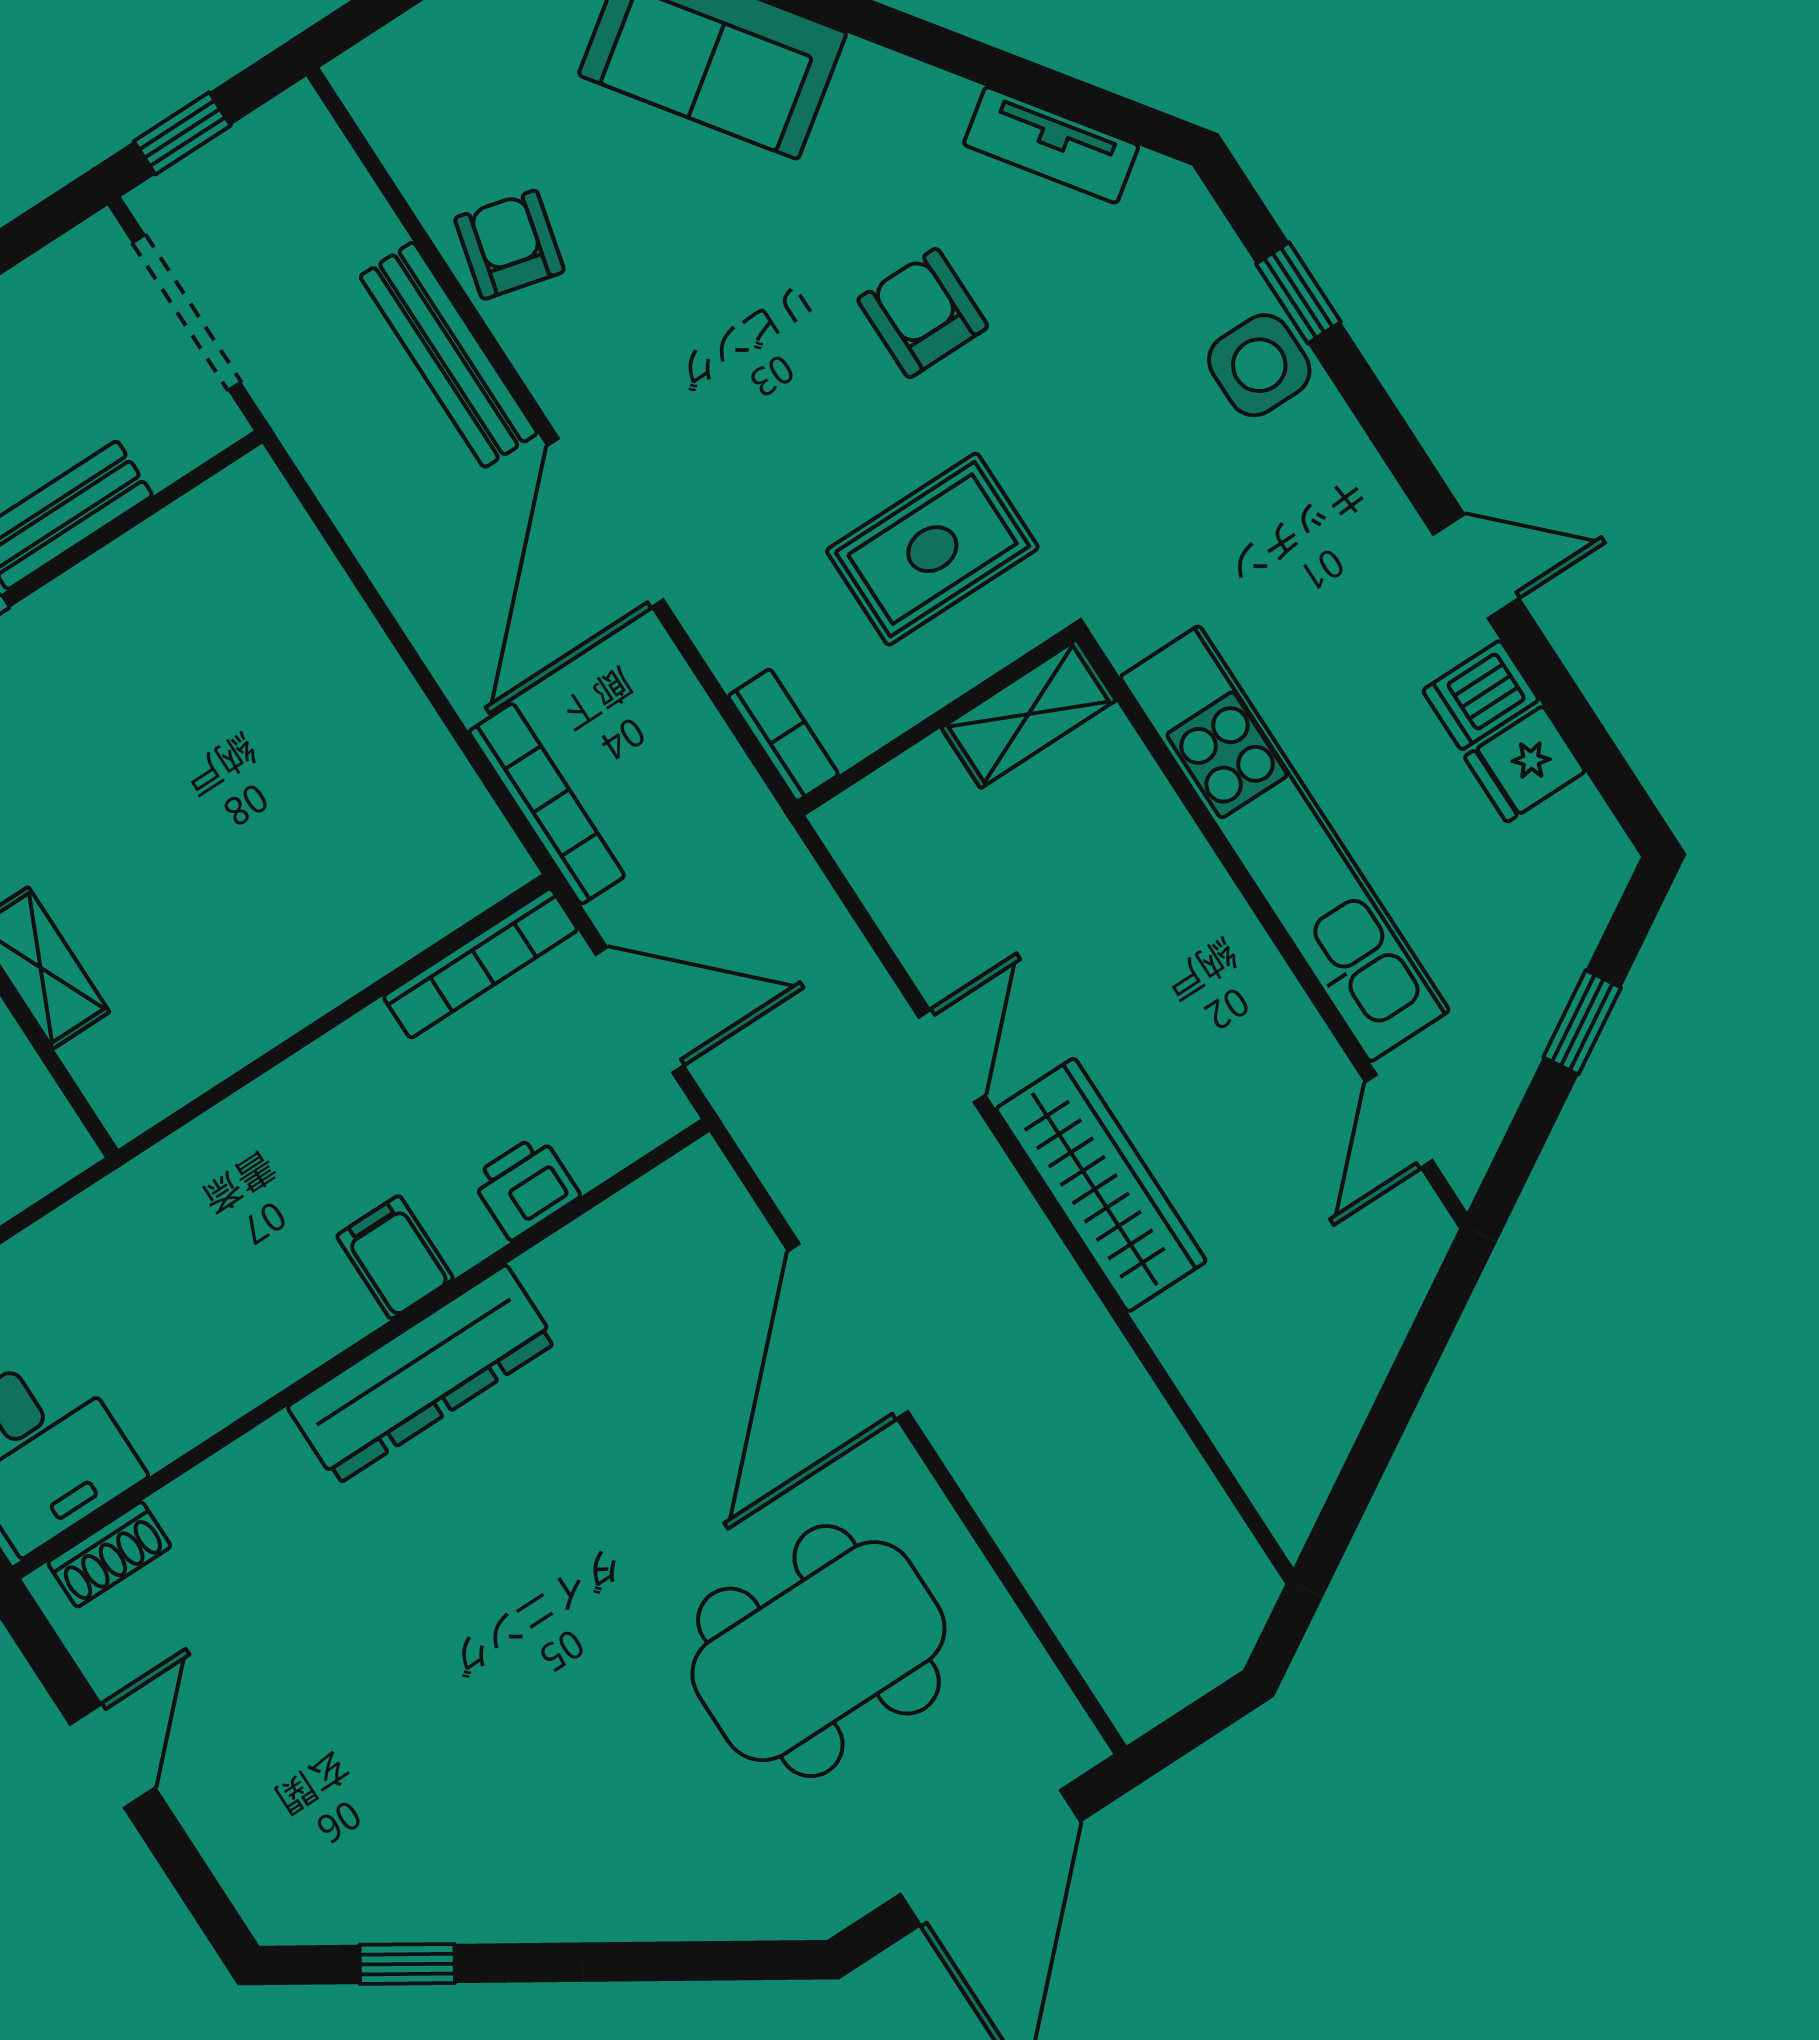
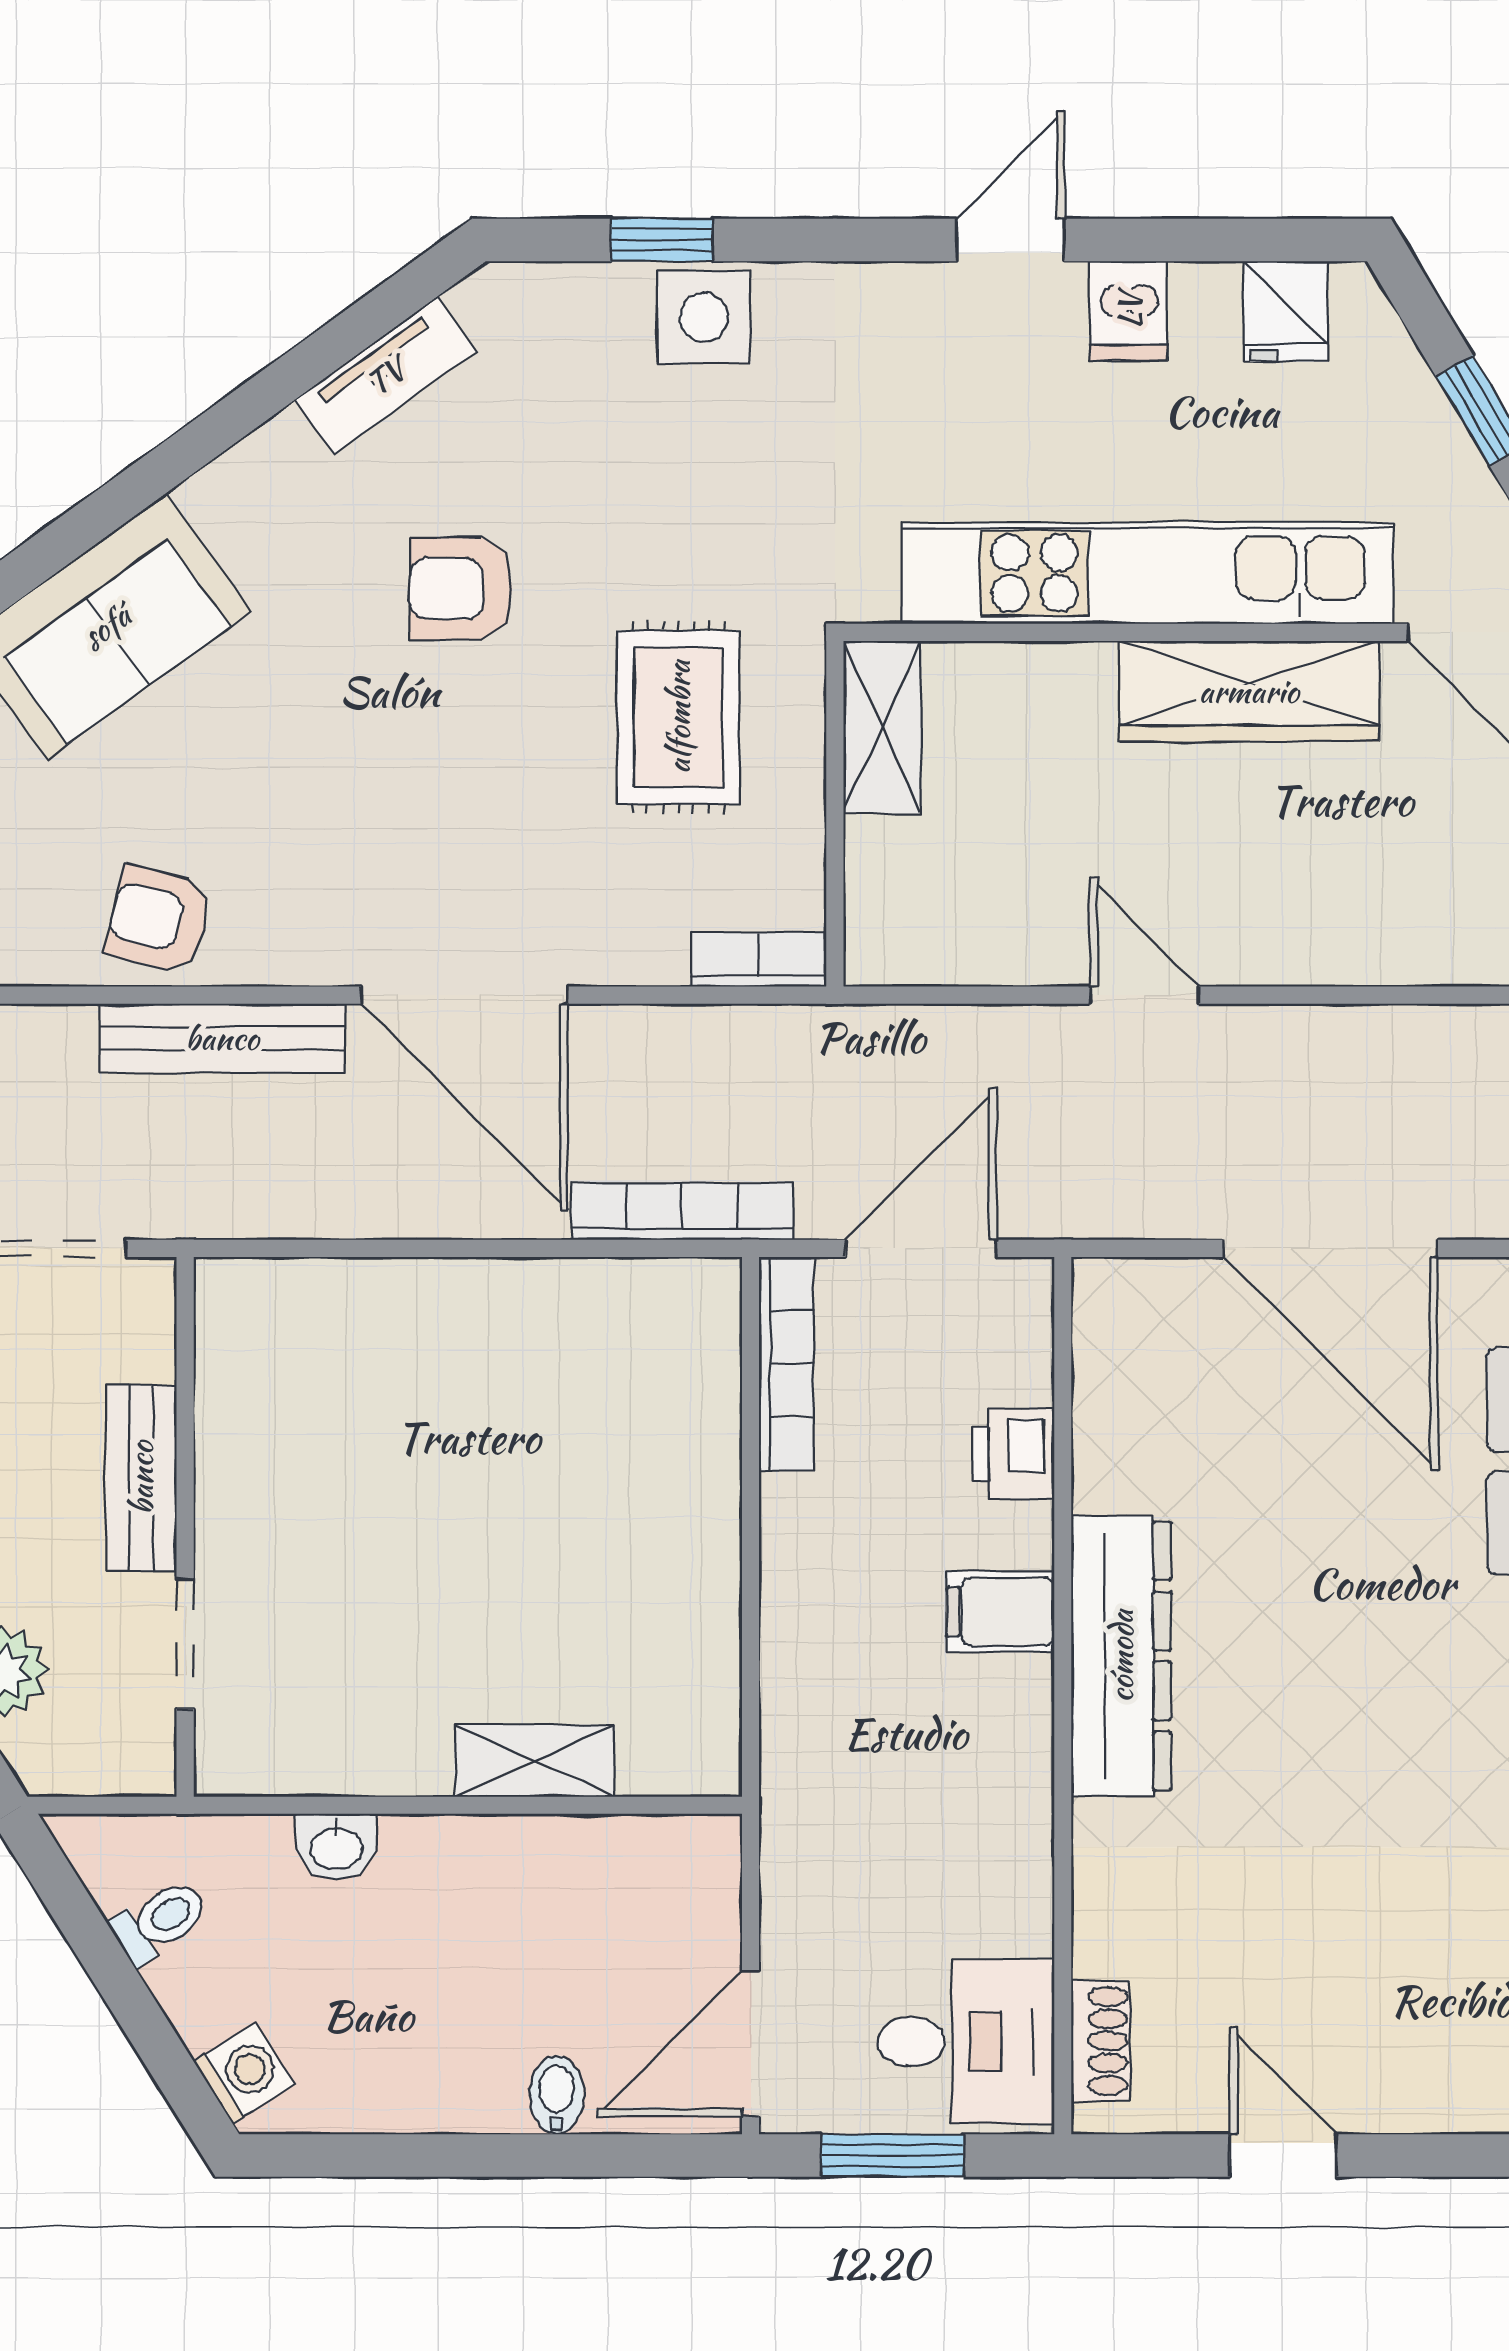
fridge: (1525, 764) -> (1286, 311), moved
wardrobe: (1101, 1185) -> (1249, 691), moved, turned 180

